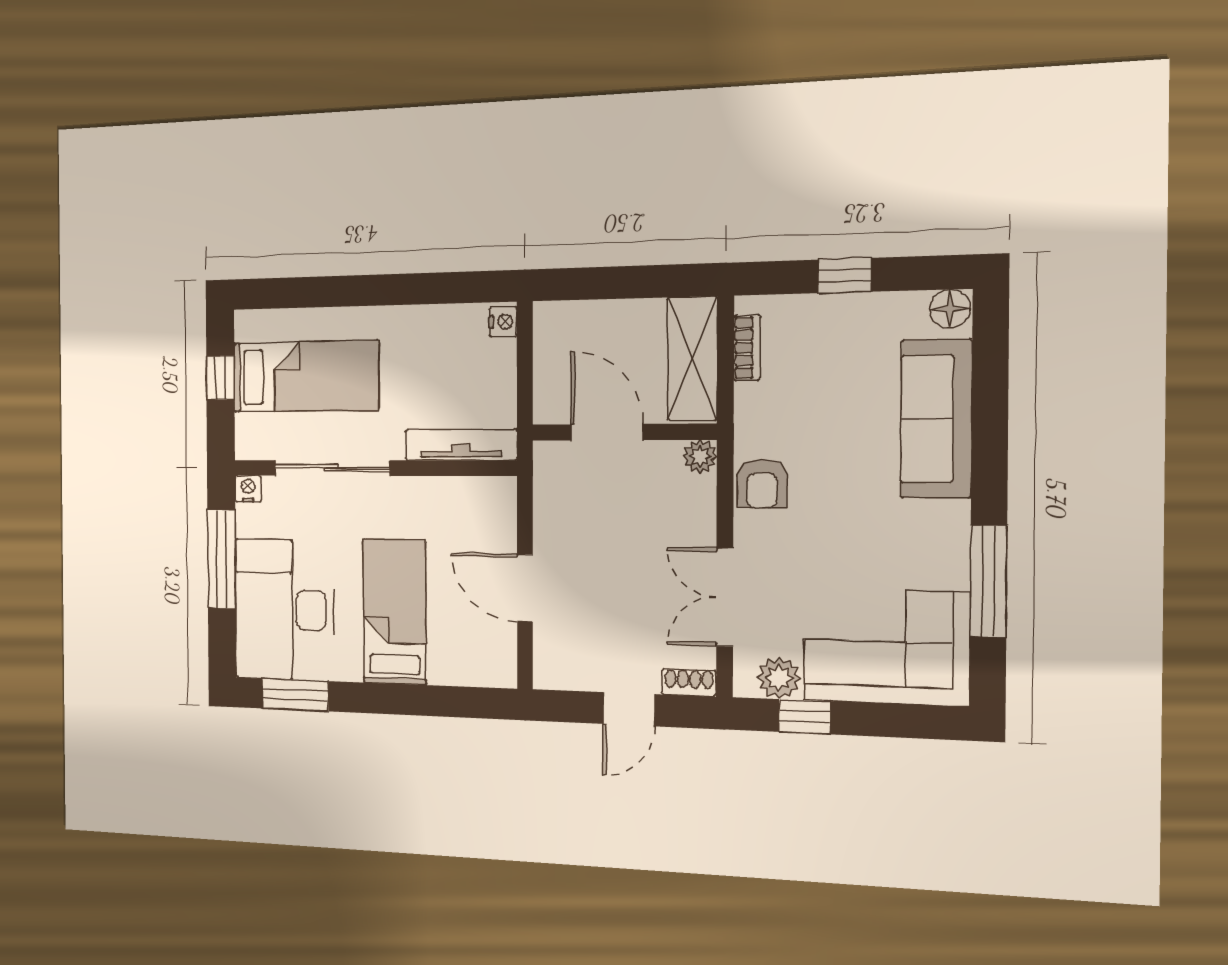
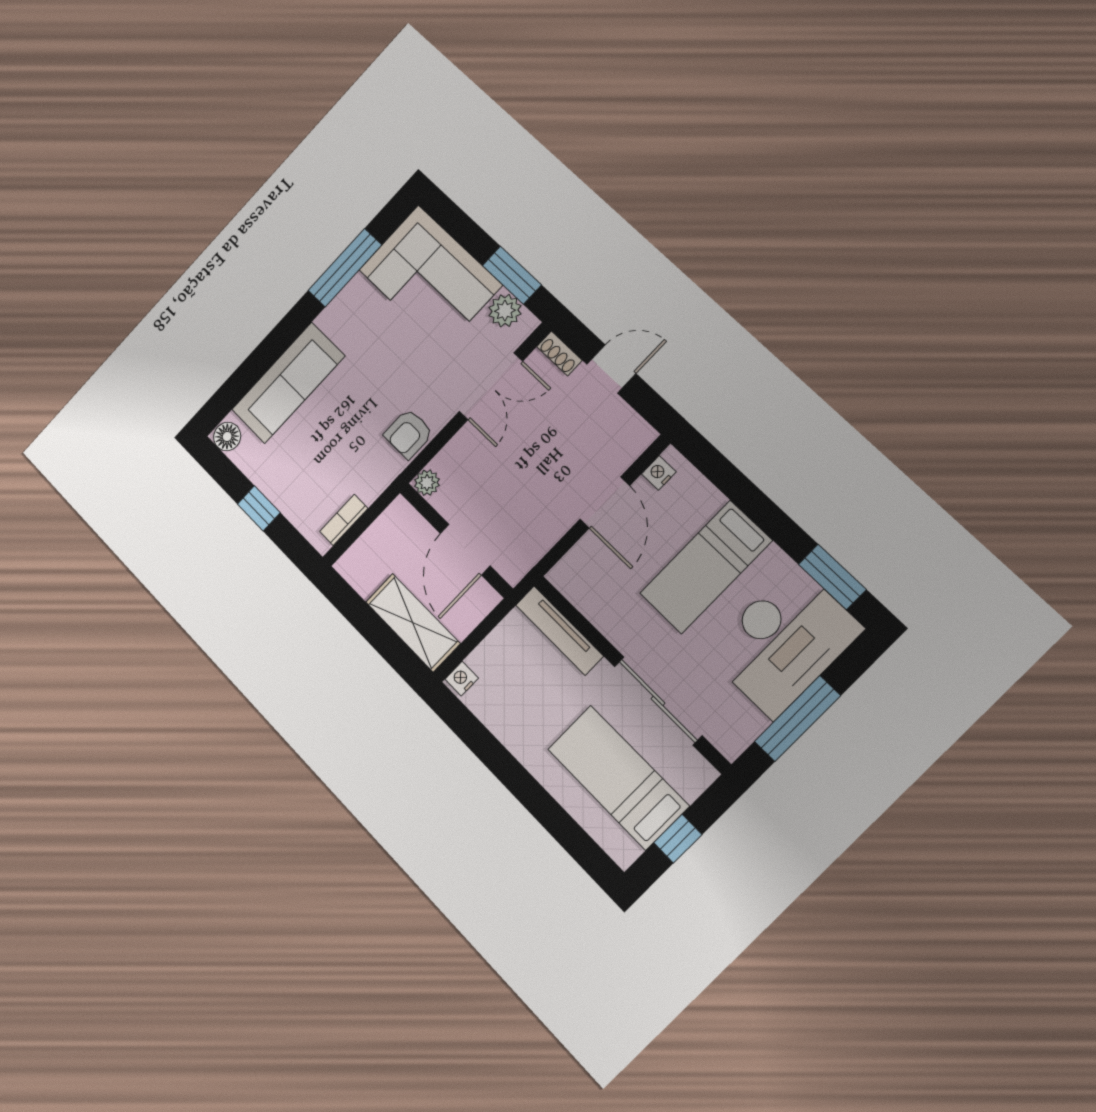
shelving: (692, 359) -> (413, 623), moved, turned 90
armchair: (762, 484) -> (409, 434), turned 180
nightstand: (248, 489) -> (659, 473), moved, turned 90
window: (805, 717) -> (512, 275), width x1.50

